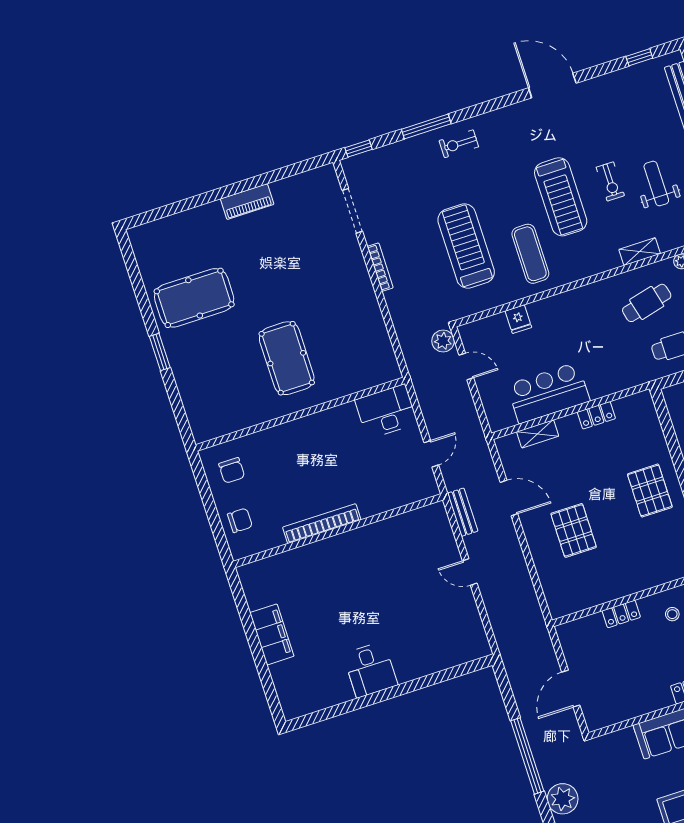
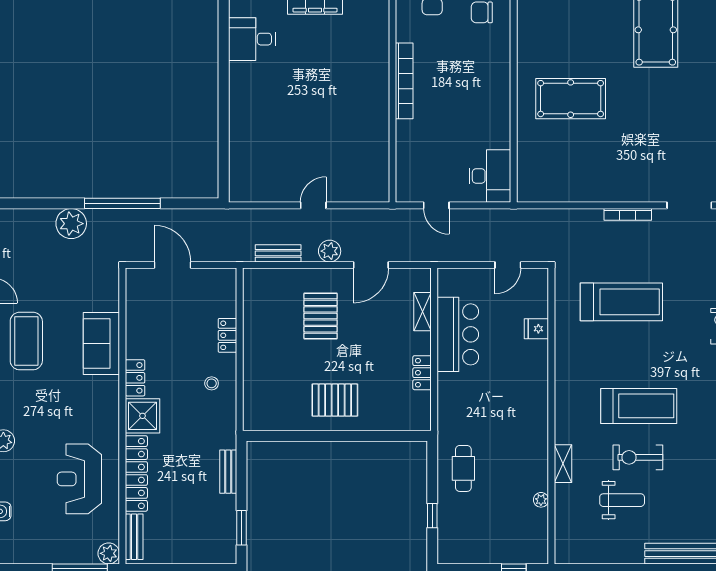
exercise bike: (610, 182) -> (638, 457), width x1.38, depth x1.39
treadmill: (561, 197) -> (639, 406), turned 180
exercise mat: (530, 254) -> (594, 360), removed
cafe table: (647, 303) -> (512, 454), removed
plant: (443, 341) -> (330, 251), moved
bench: (463, 512) -> (278, 253), moved
pallet: (574, 530) -> (321, 316), turned 90
desk: (370, 669) -> (252, 39), moved

